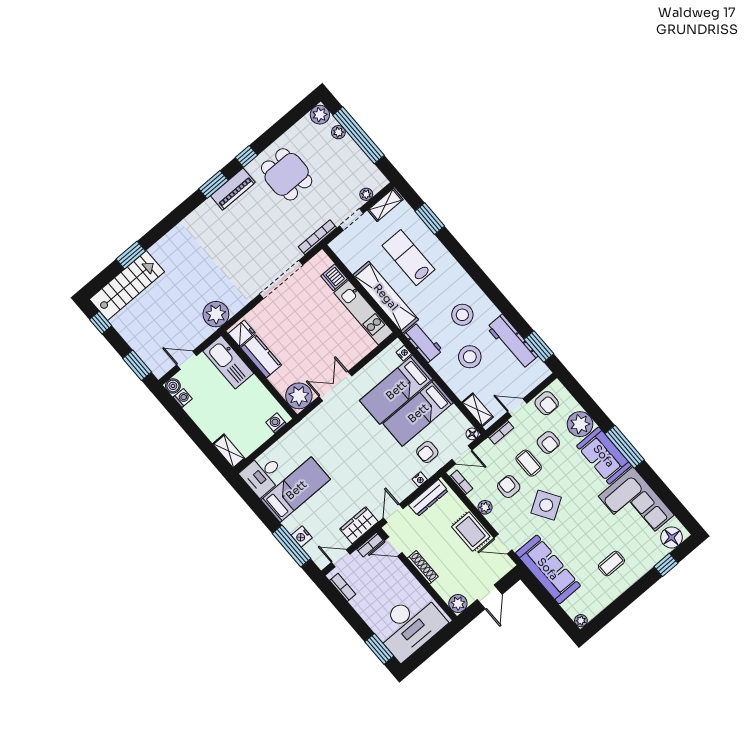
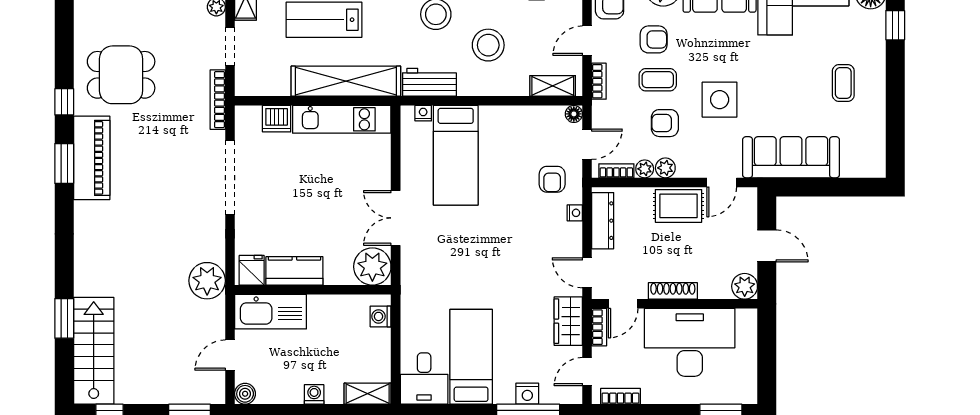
piano: (233, 189) -> (92, 158), width x1.37, depth x1.33
washing machine: (183, 398) -> (314, 394), moved
bed: (418, 413) -> (501, 153), removed
side table: (546, 505) -> (720, 100), turned 32
plant: (581, 621) -> (645, 169), moved
desk: (410, 625) -> (690, 342), moved, turned -90

